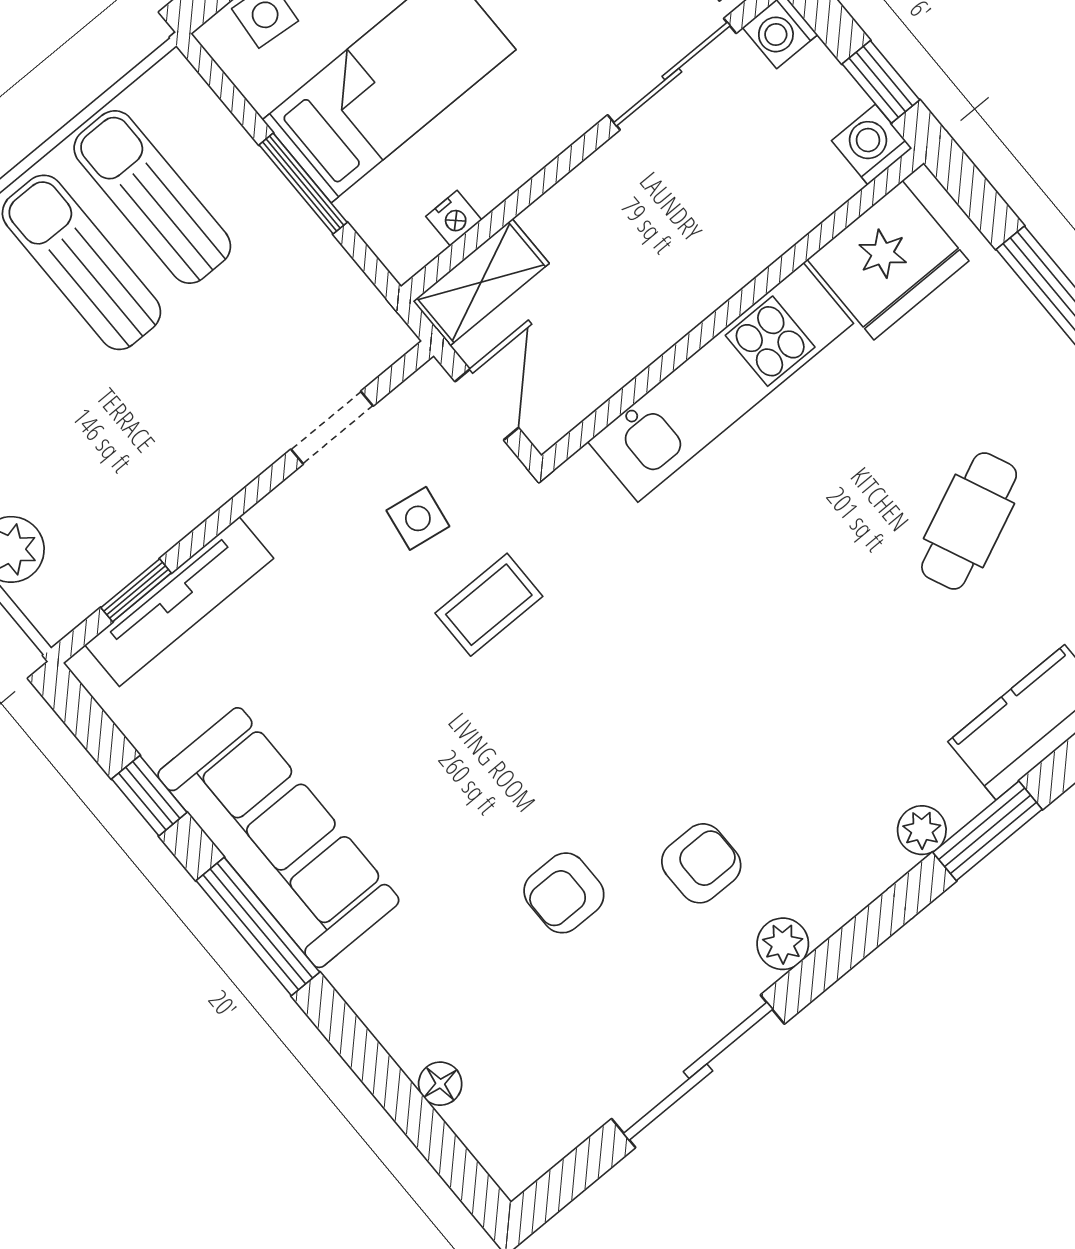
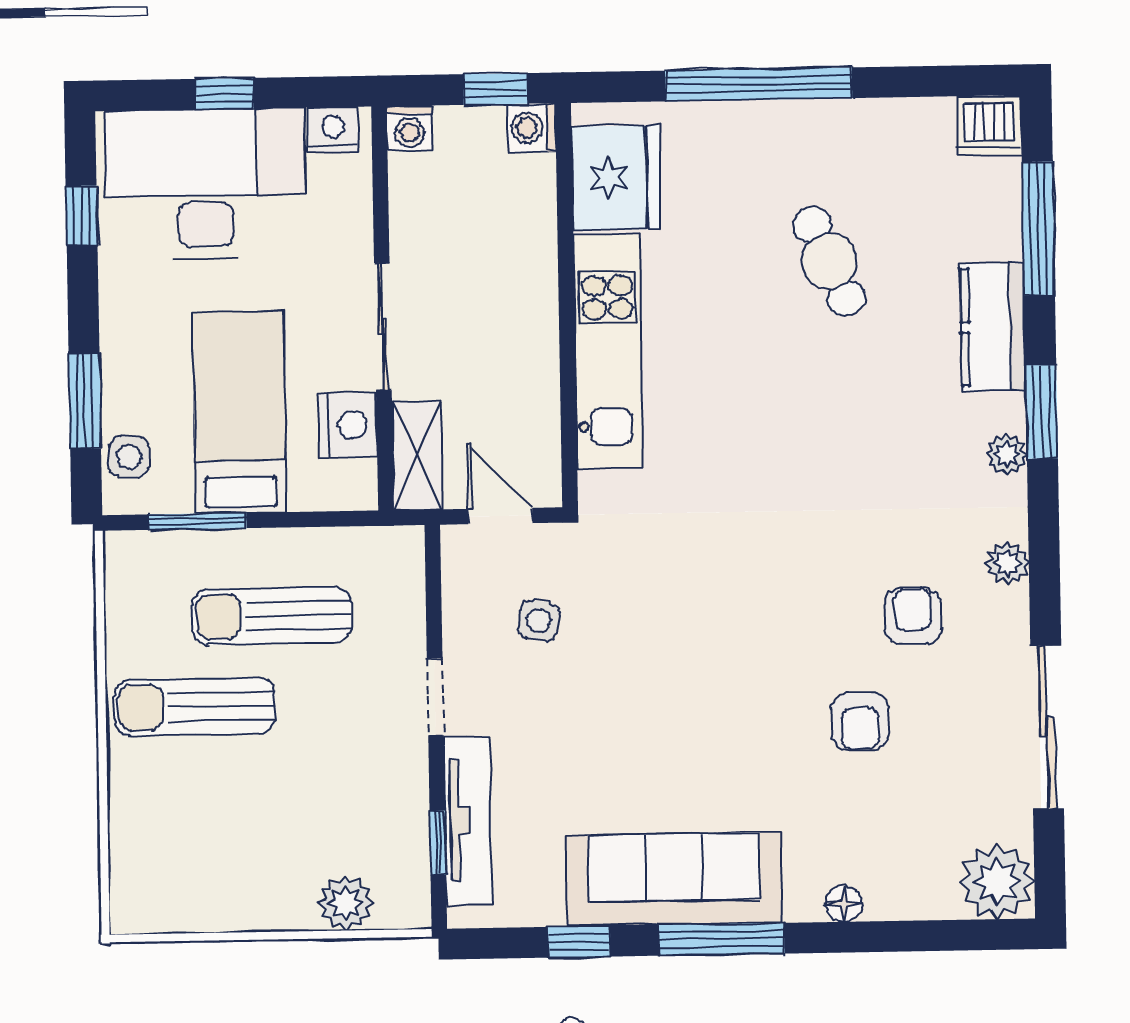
sliding door: (672, 74) -> (383, 327), moved
window: (303, 184) -> (198, 521), moved
sun lounger: (152, 197) -> (272, 616), moved
nightstand: (454, 218) -> (348, 425), width x1.89, depth x1.79
doorway: (332, 428) -> (435, 697), moved
coffee table: (489, 605) -> (632, 619), removed
plant: (783, 944) -> (1007, 563), moved
floor lamp: (440, 1084) -> (844, 904), moved
plant: (517, 1139) -> (997, 881), added

